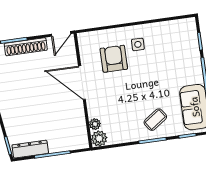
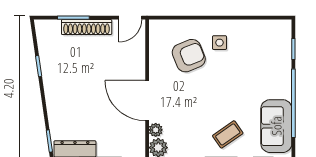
armchair: (114, 59) -> (189, 56), turned 68
door: (82, 83) -> (147, 101), moved

